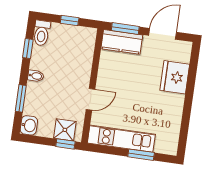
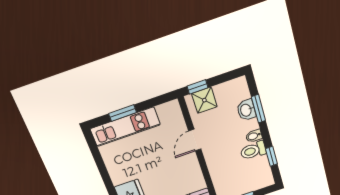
toilet: (42, 33) -> (253, 151), moved, turned -90
washbasin: (29, 125) -> (246, 110), moved
kitchen unit: (121, 139) -> (125, 127), moved

